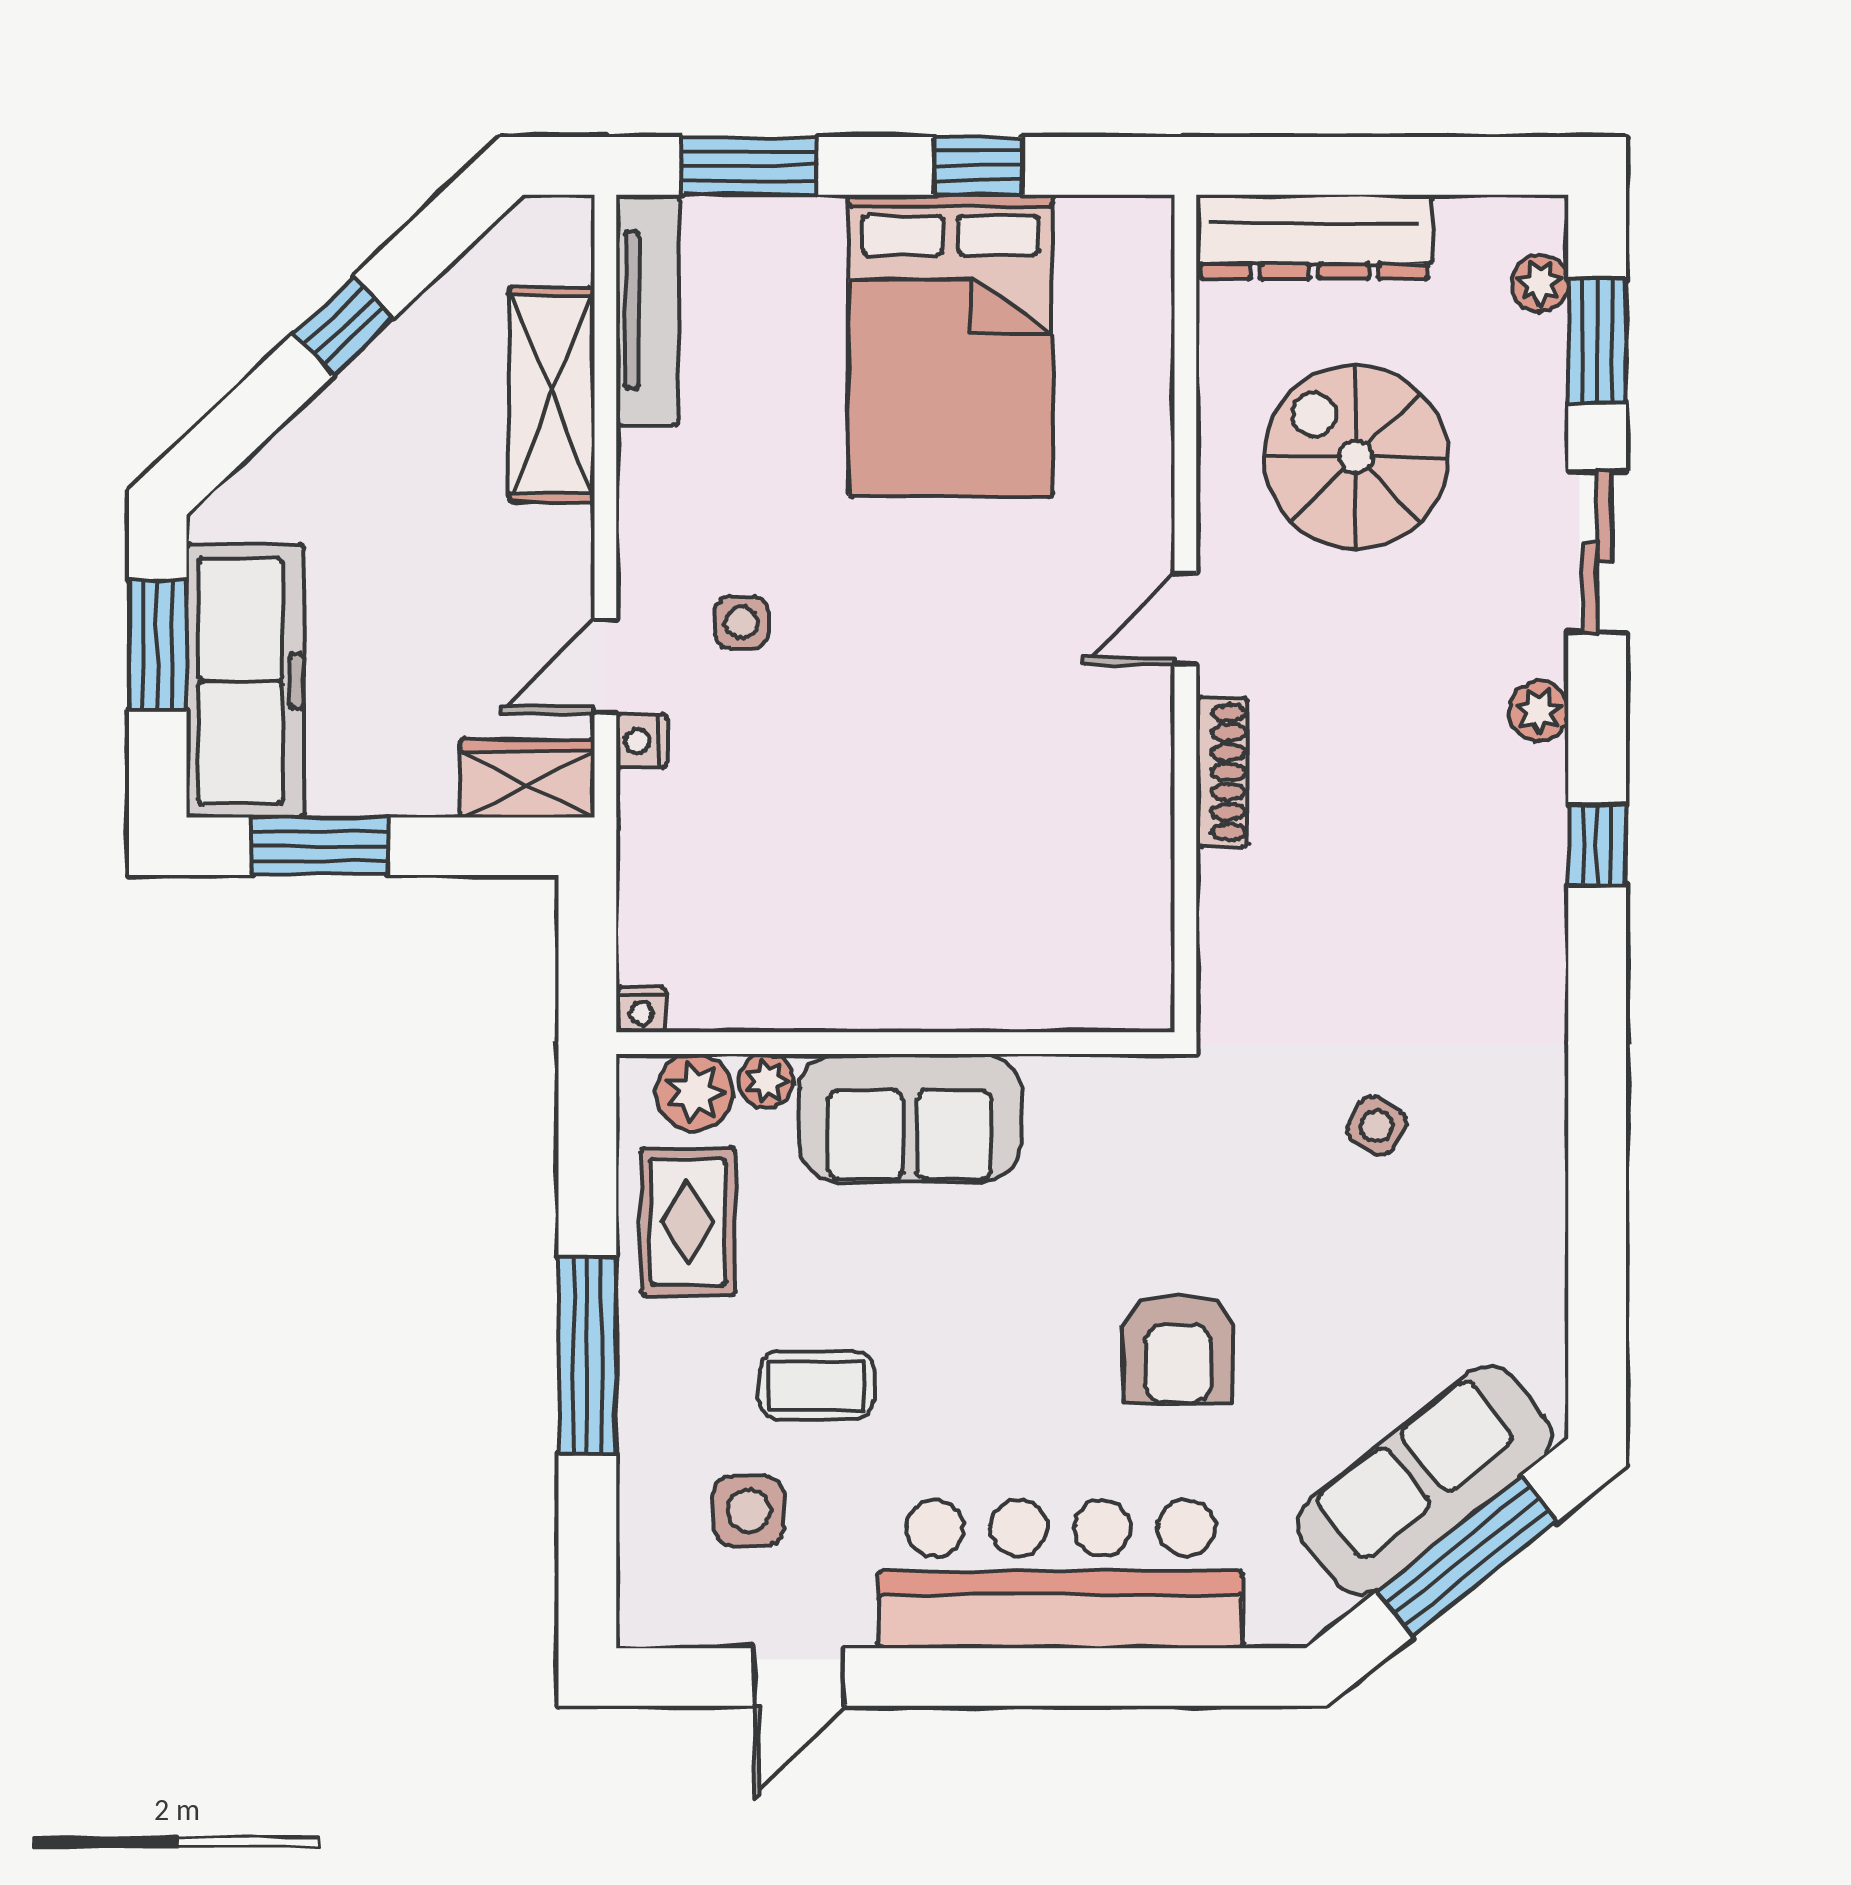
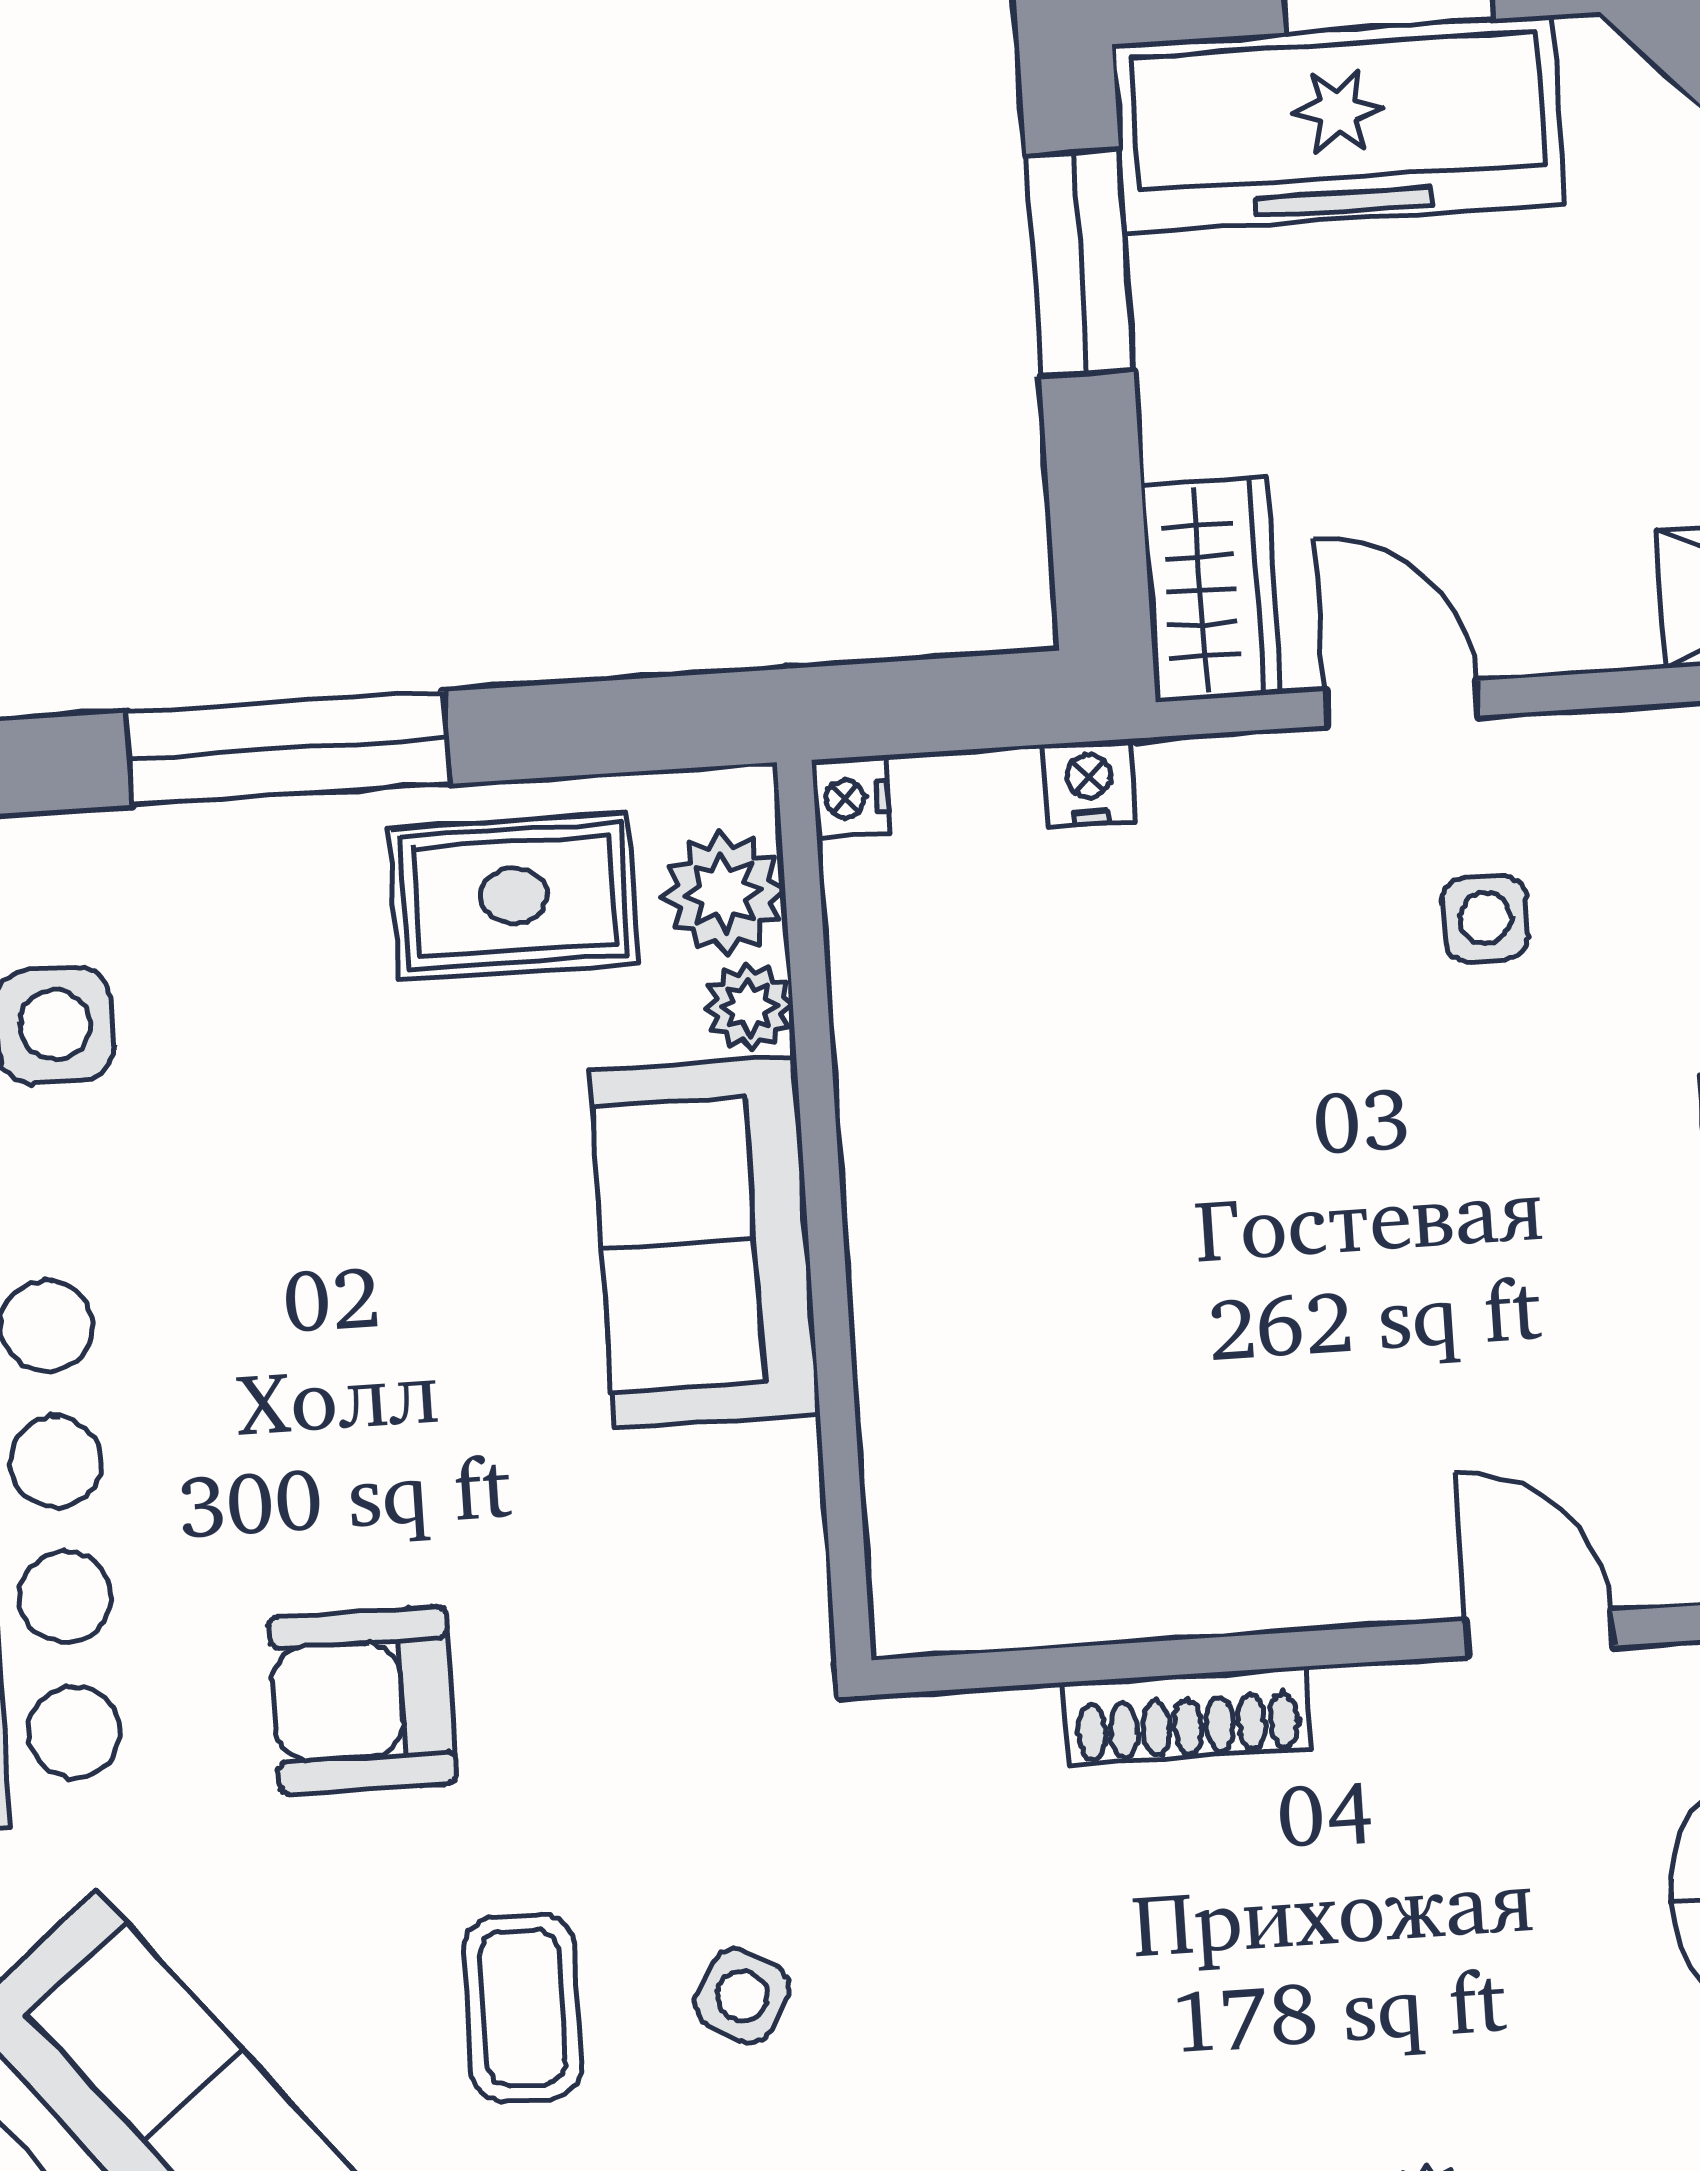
nightstand: (642, 741) -> (1089, 783), moved
shoe rack: (1222, 772) -> (1187, 1716), moved
coffee table: (817, 1386) -> (523, 2008), moved

